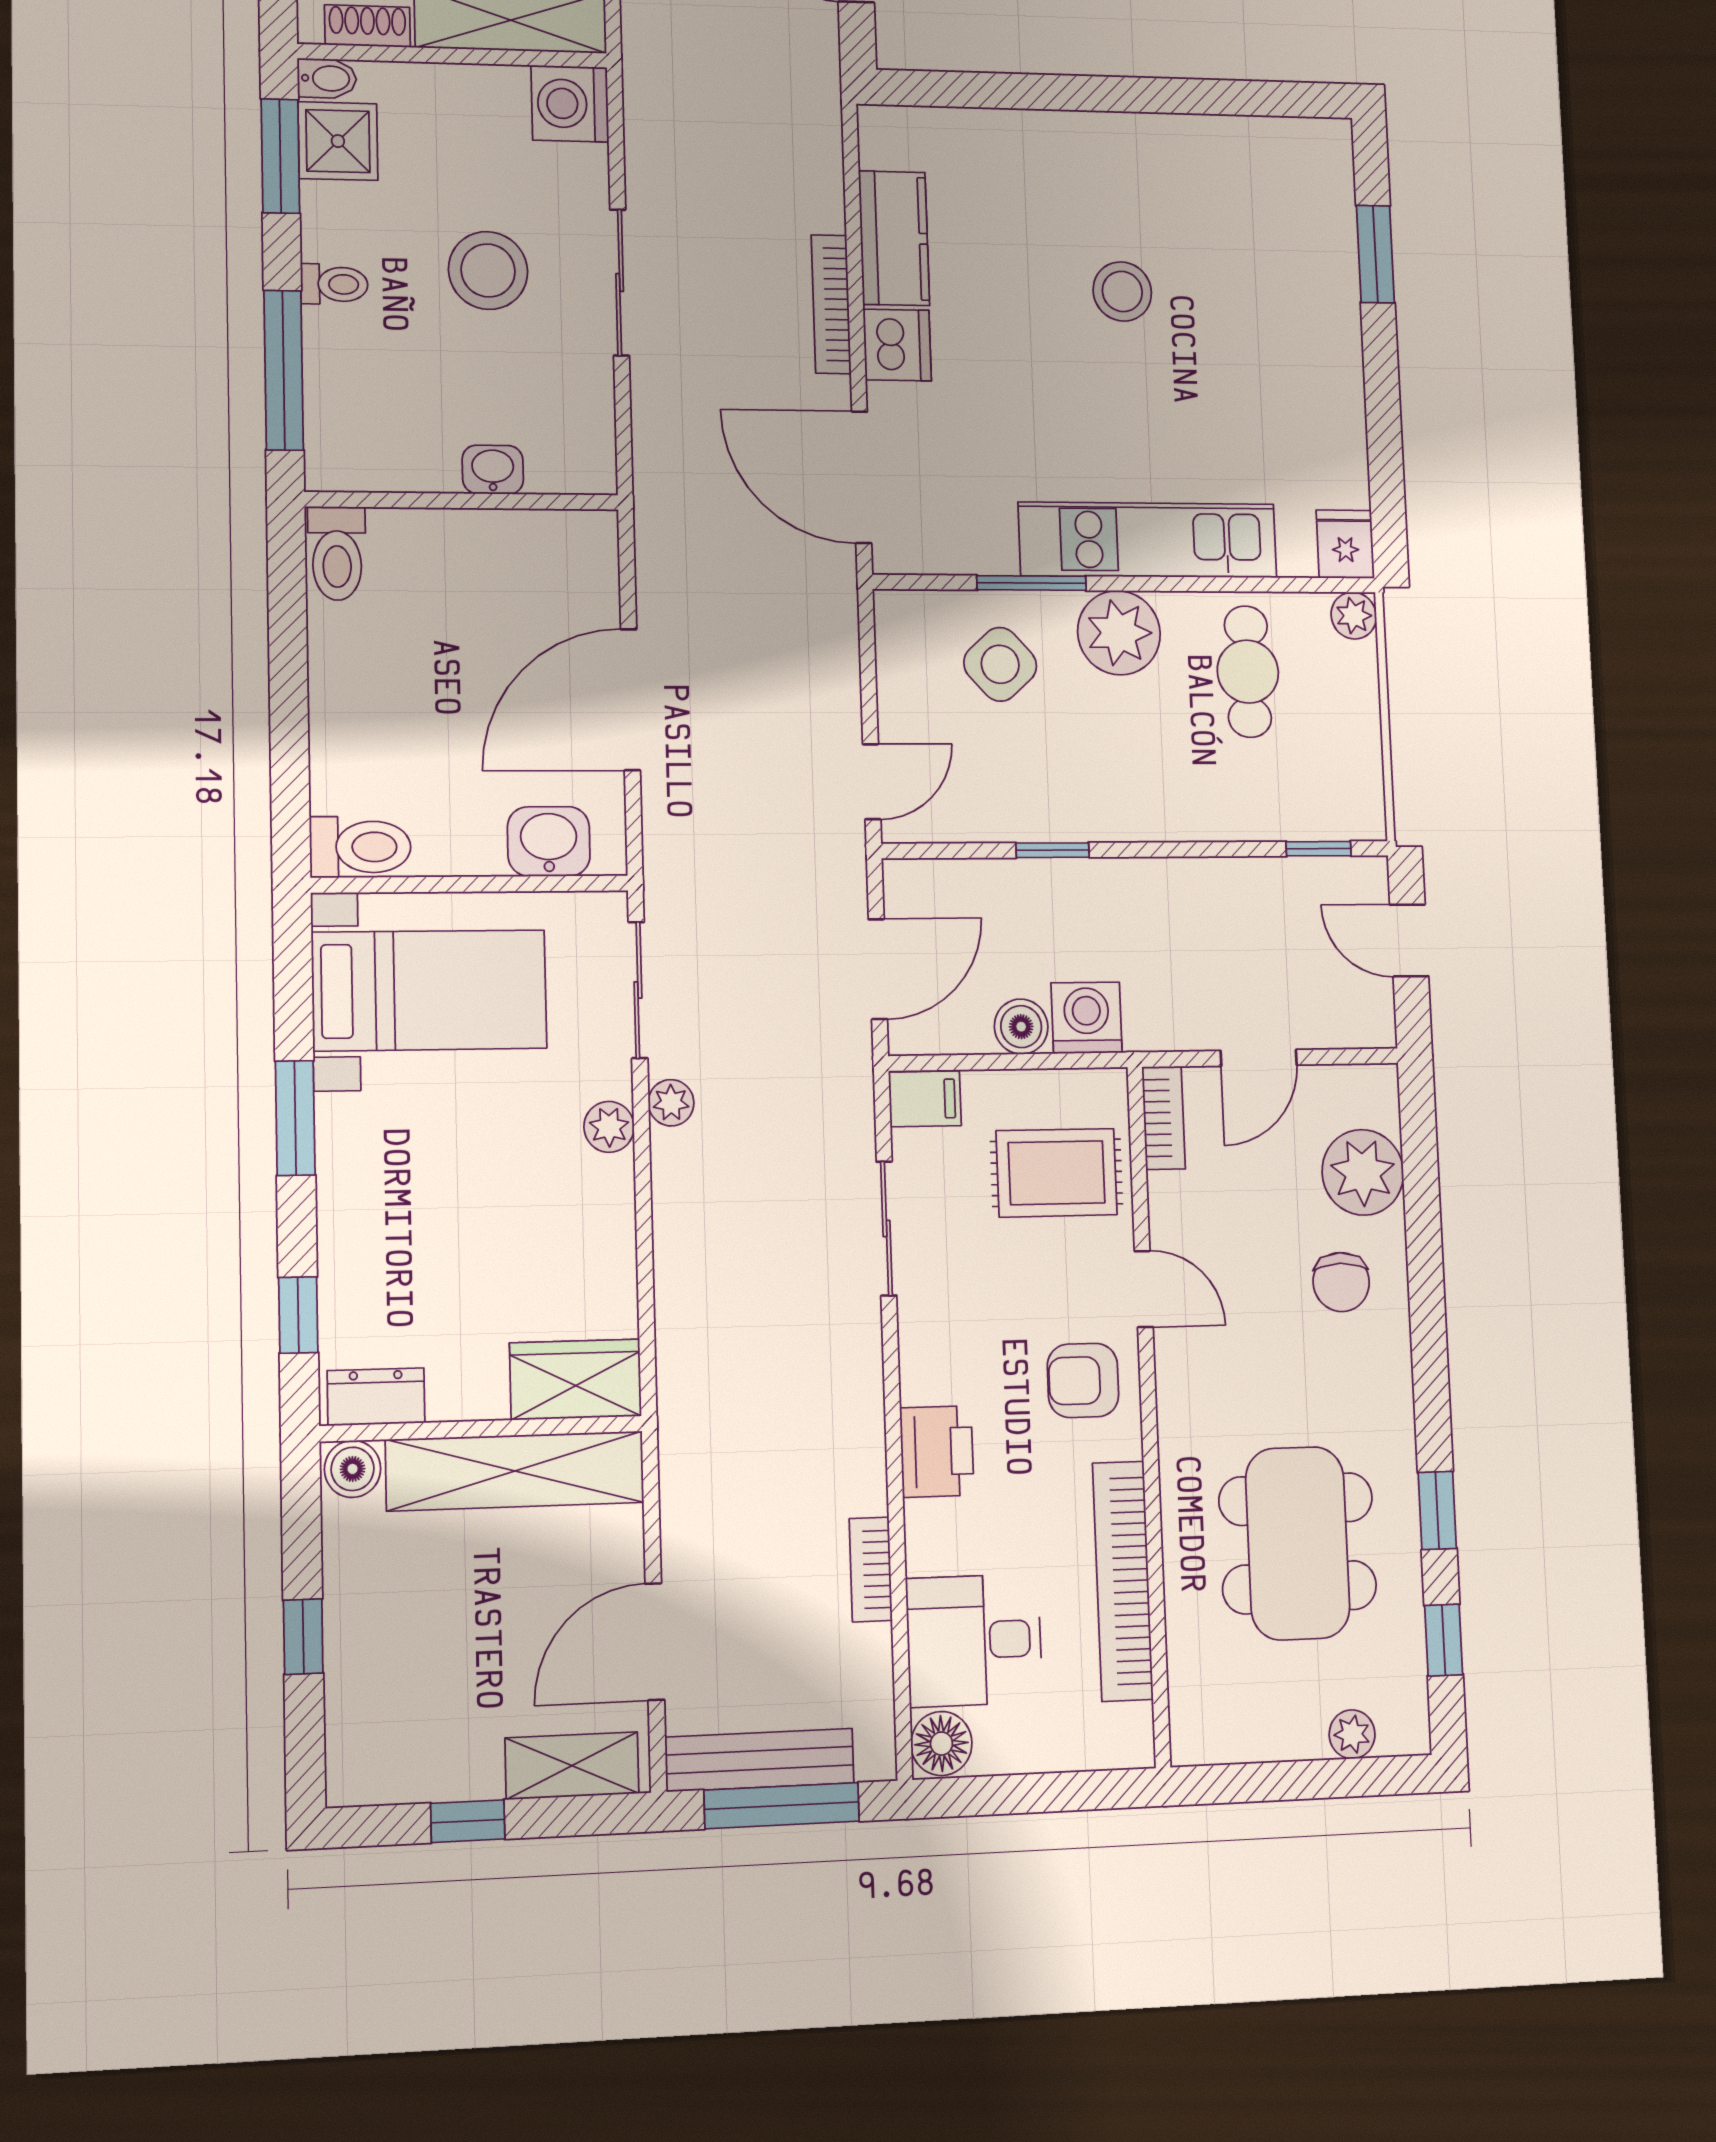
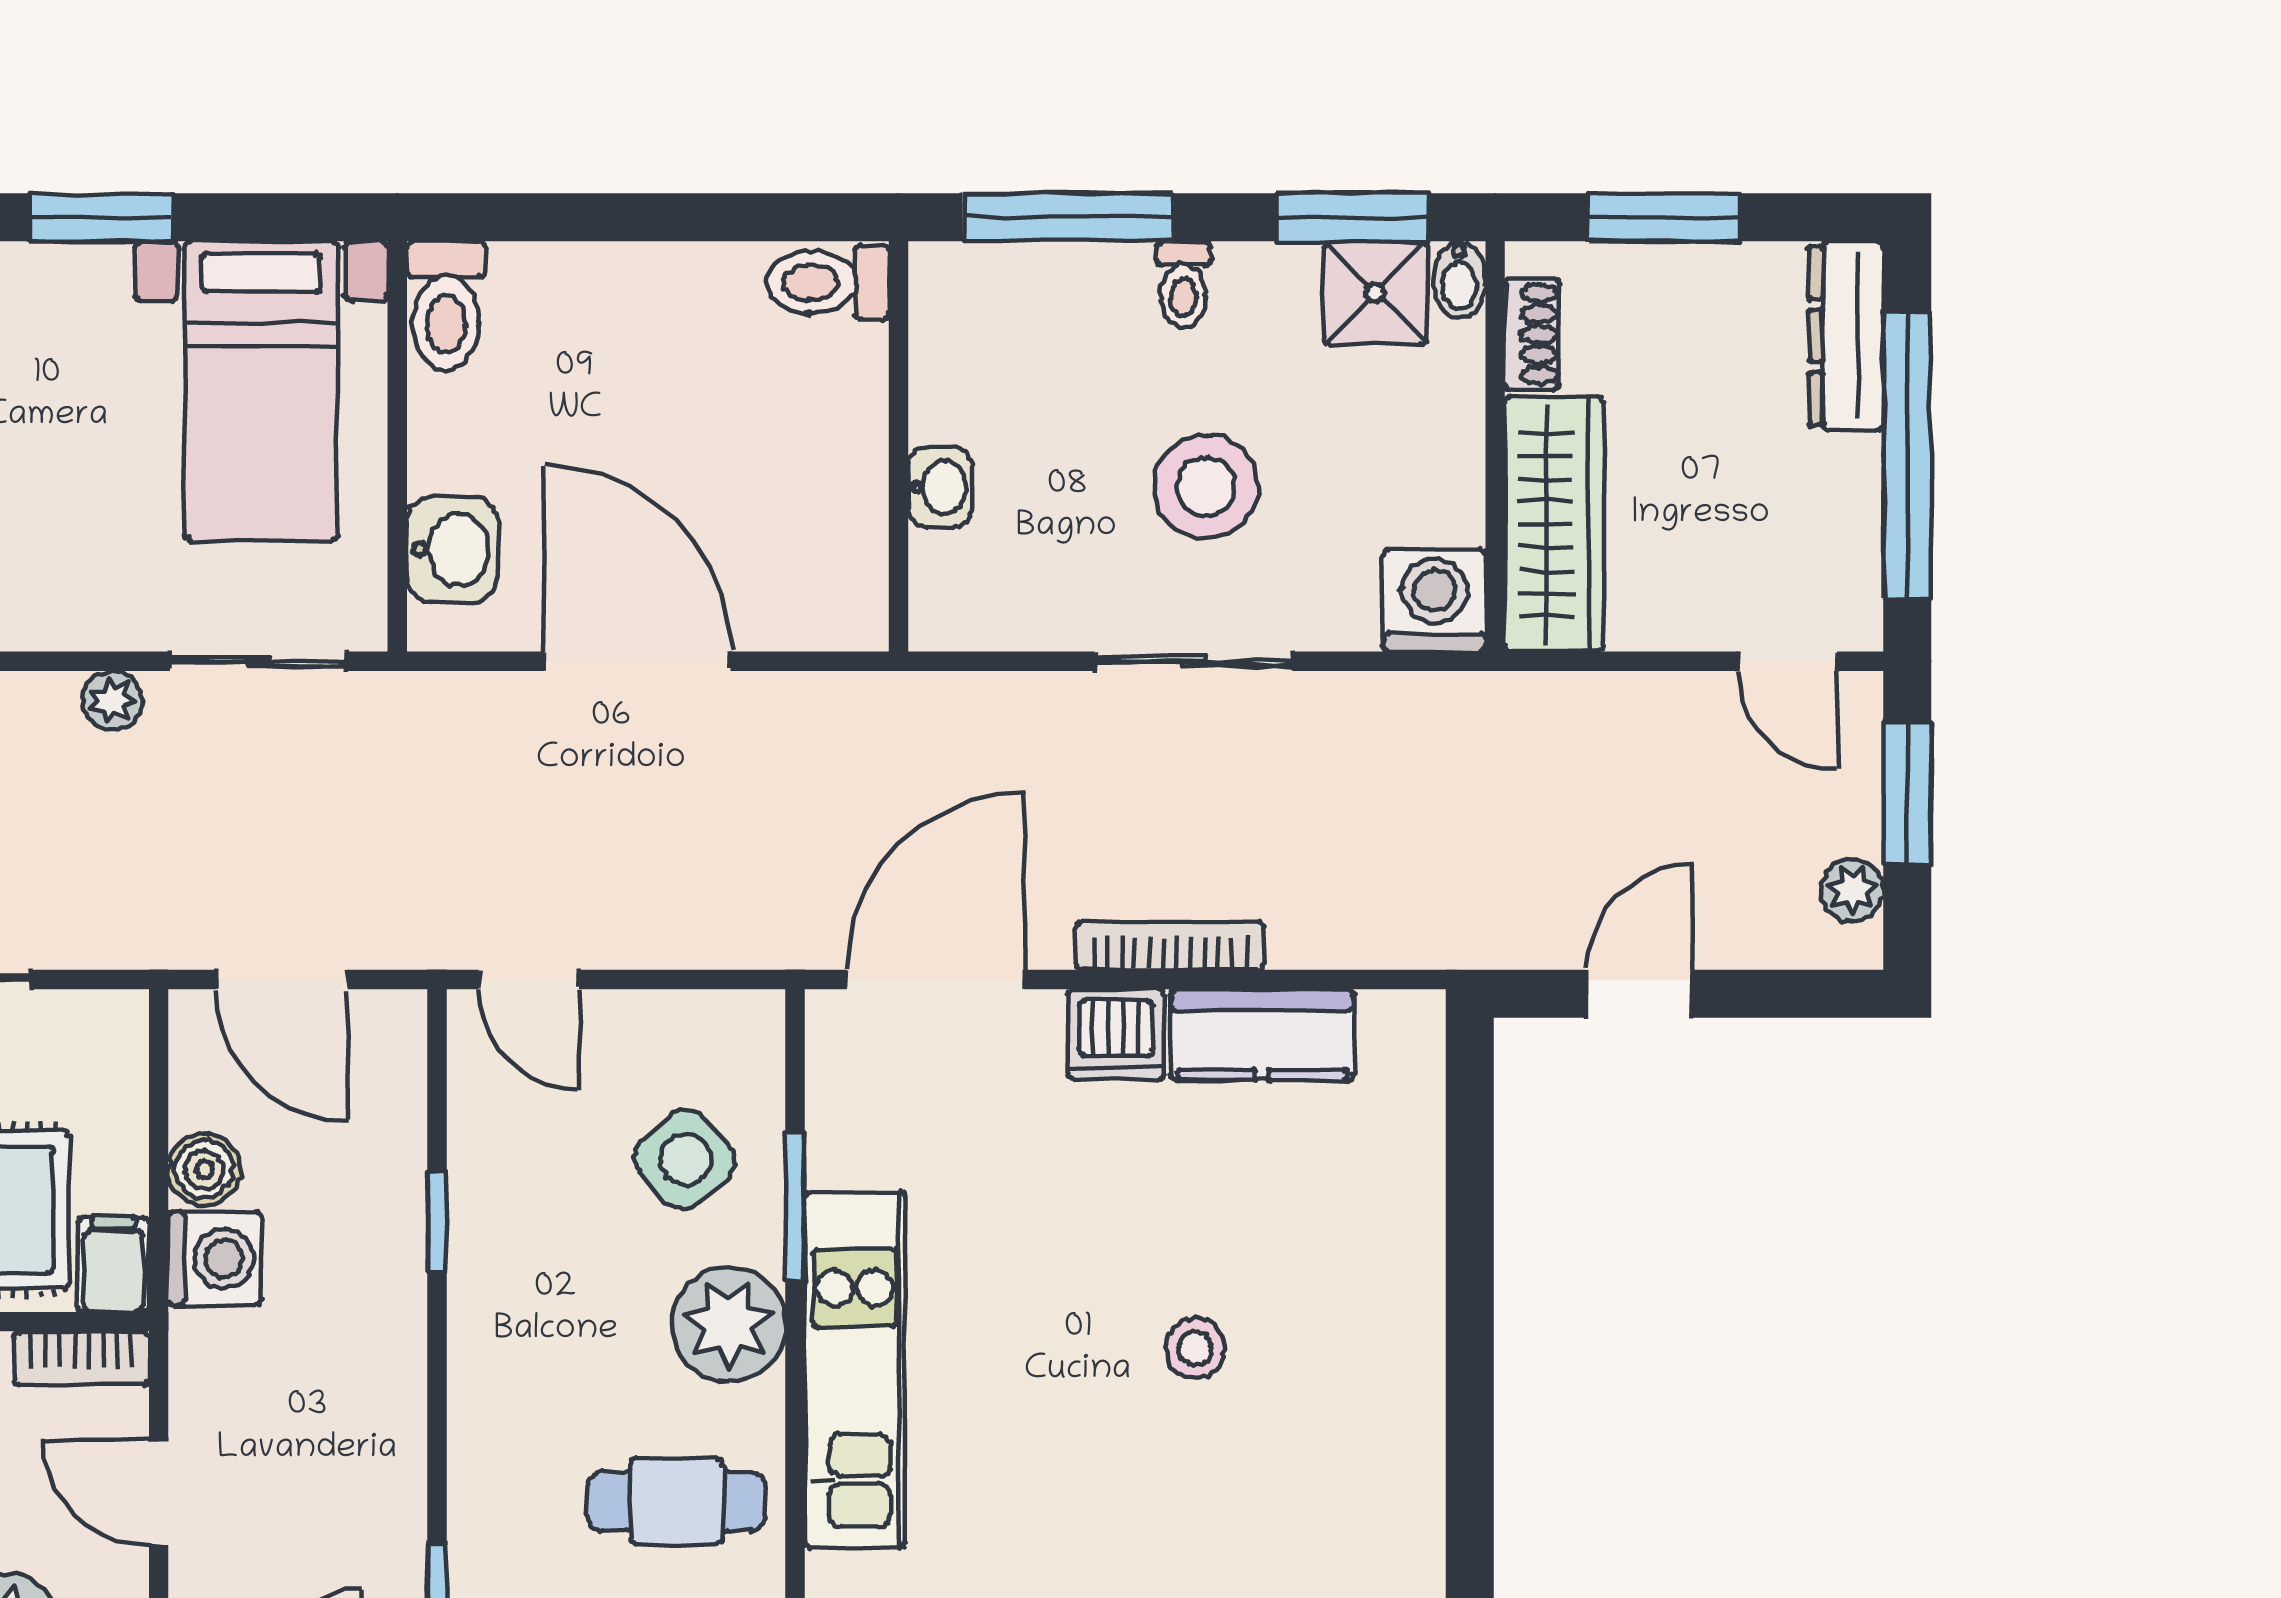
stool: (1122, 291) -> (1195, 1349), width x0.73, depth x0.73
filing cabinet: (925, 1099) -> (113, 1265), moved, turned 180
plant: (609, 1127) -> (83, 619), removed

